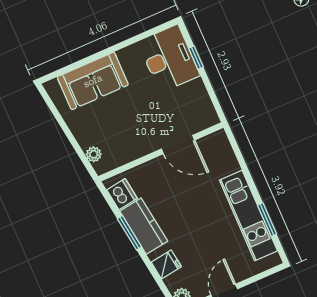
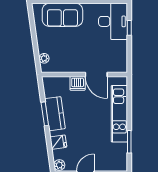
dishwasher: (122, 194) -> (78, 83), moved, turned 98
kitchen unit: (248, 215) -> (119, 114), moved

